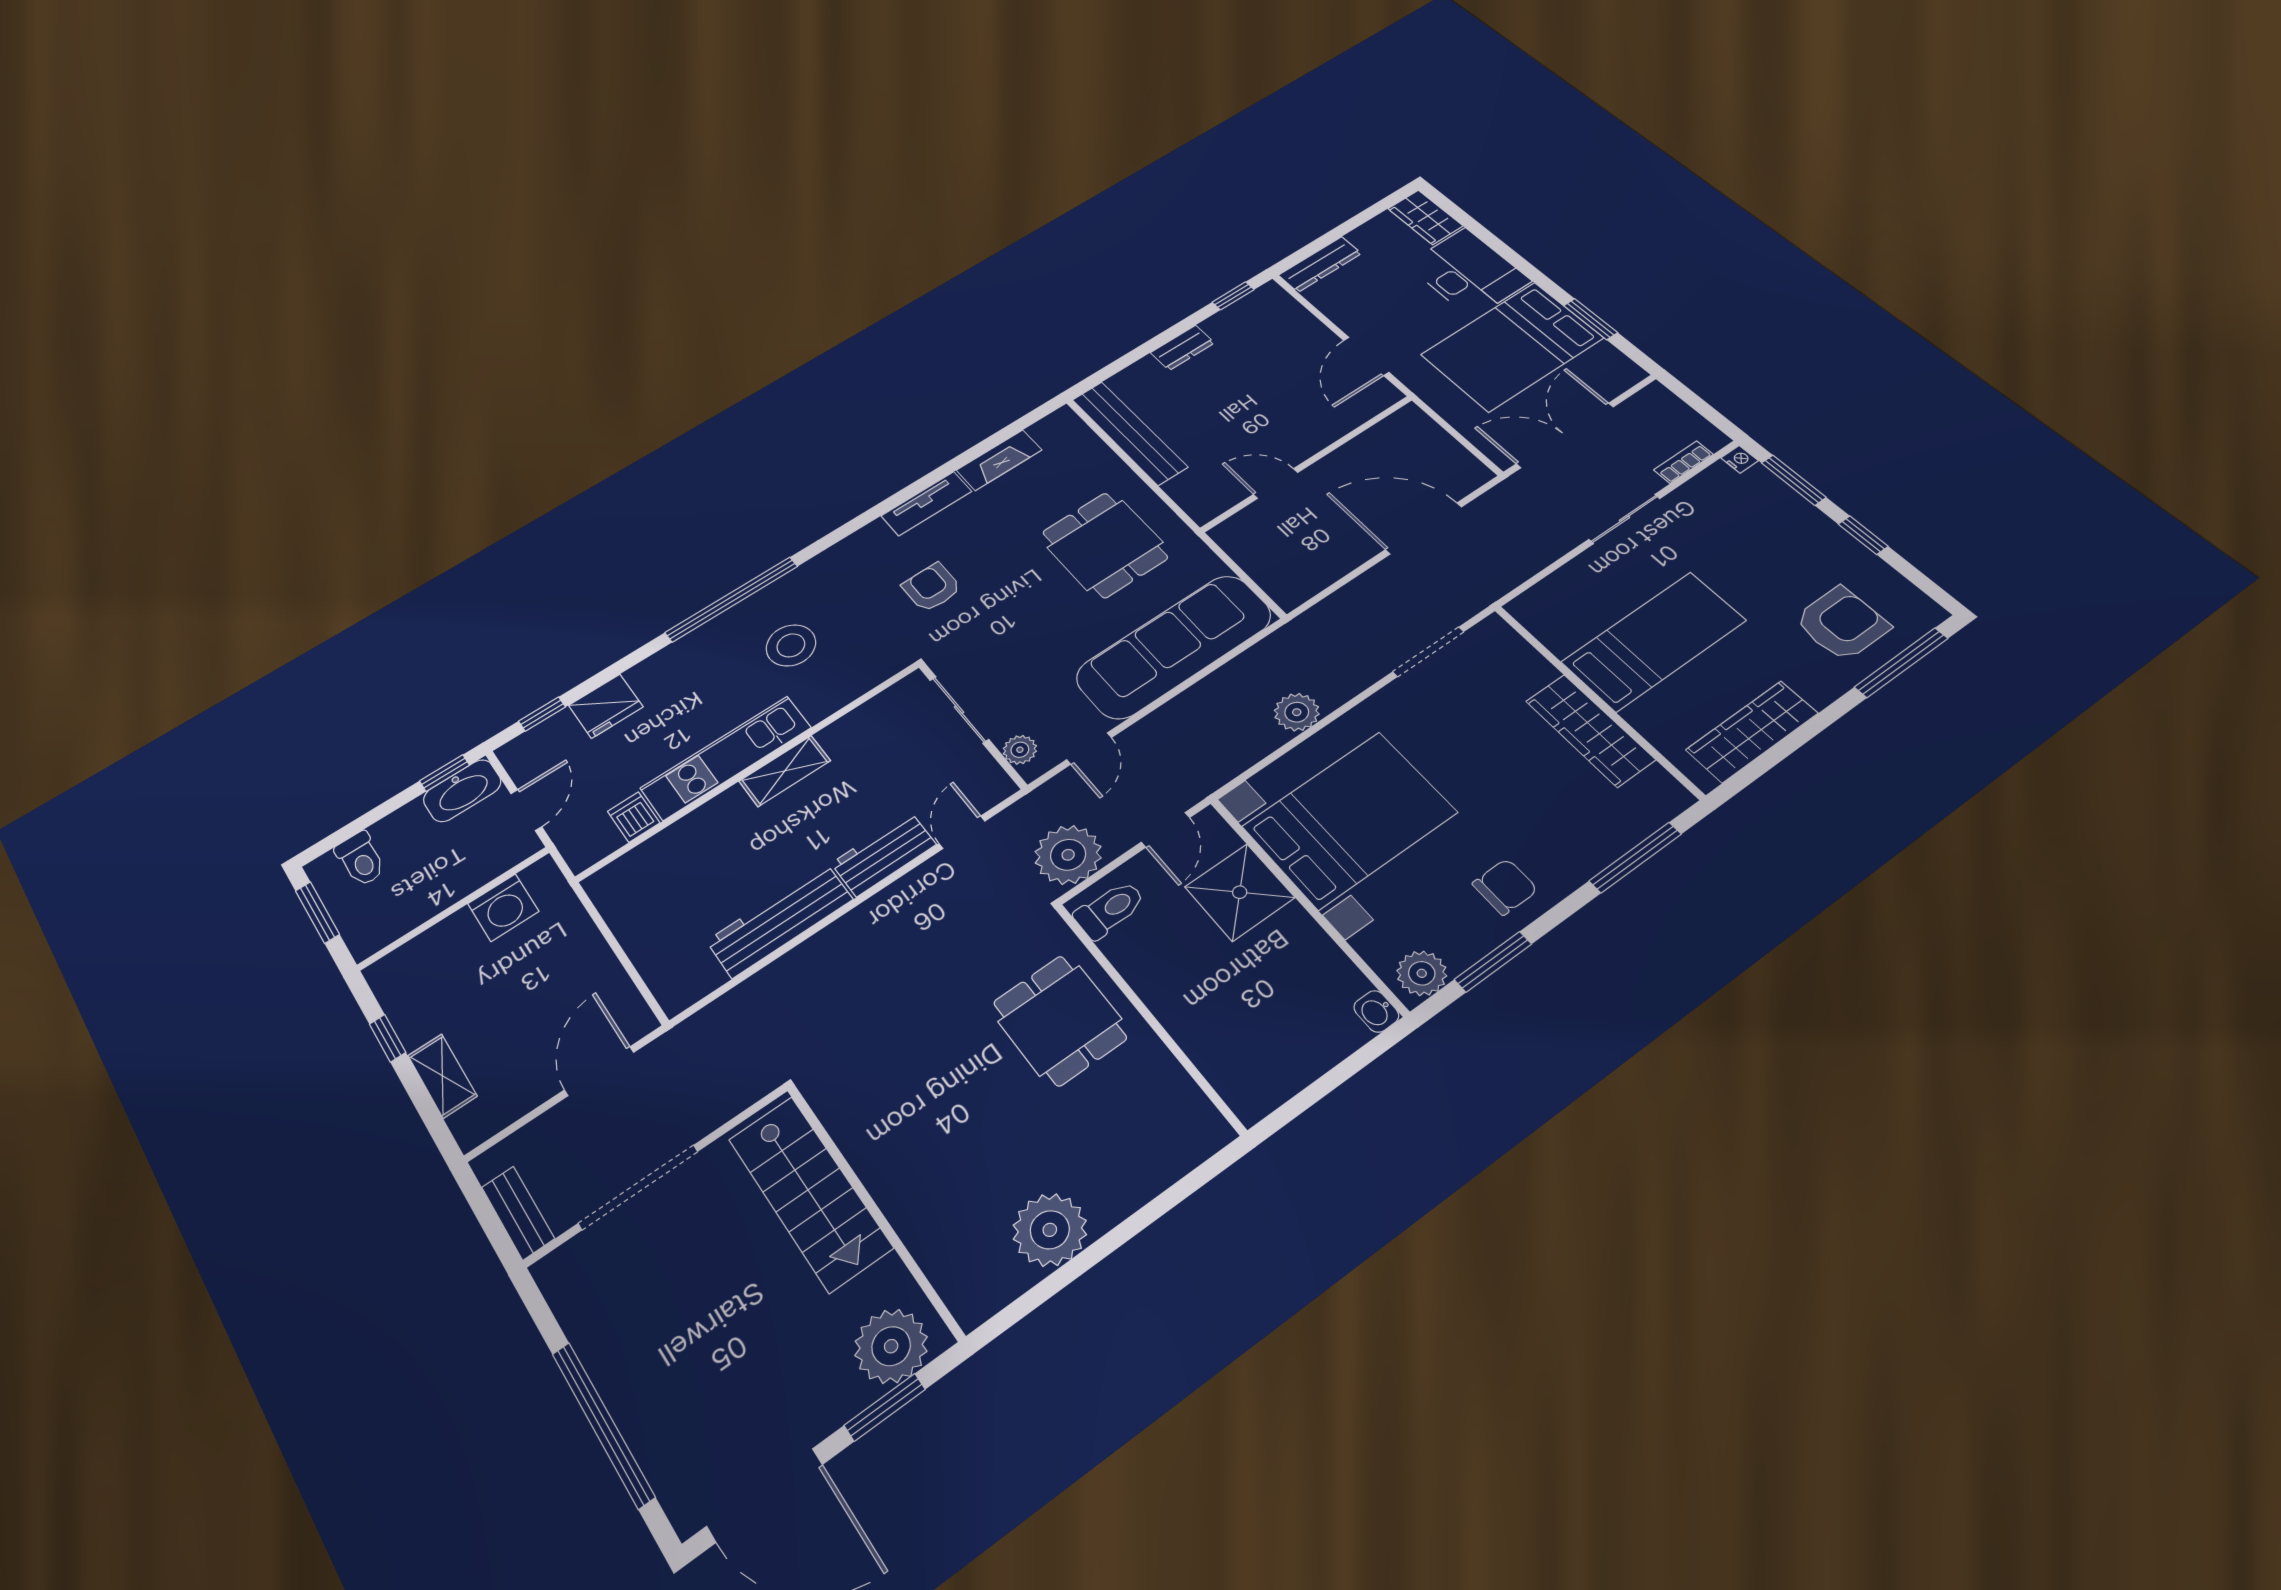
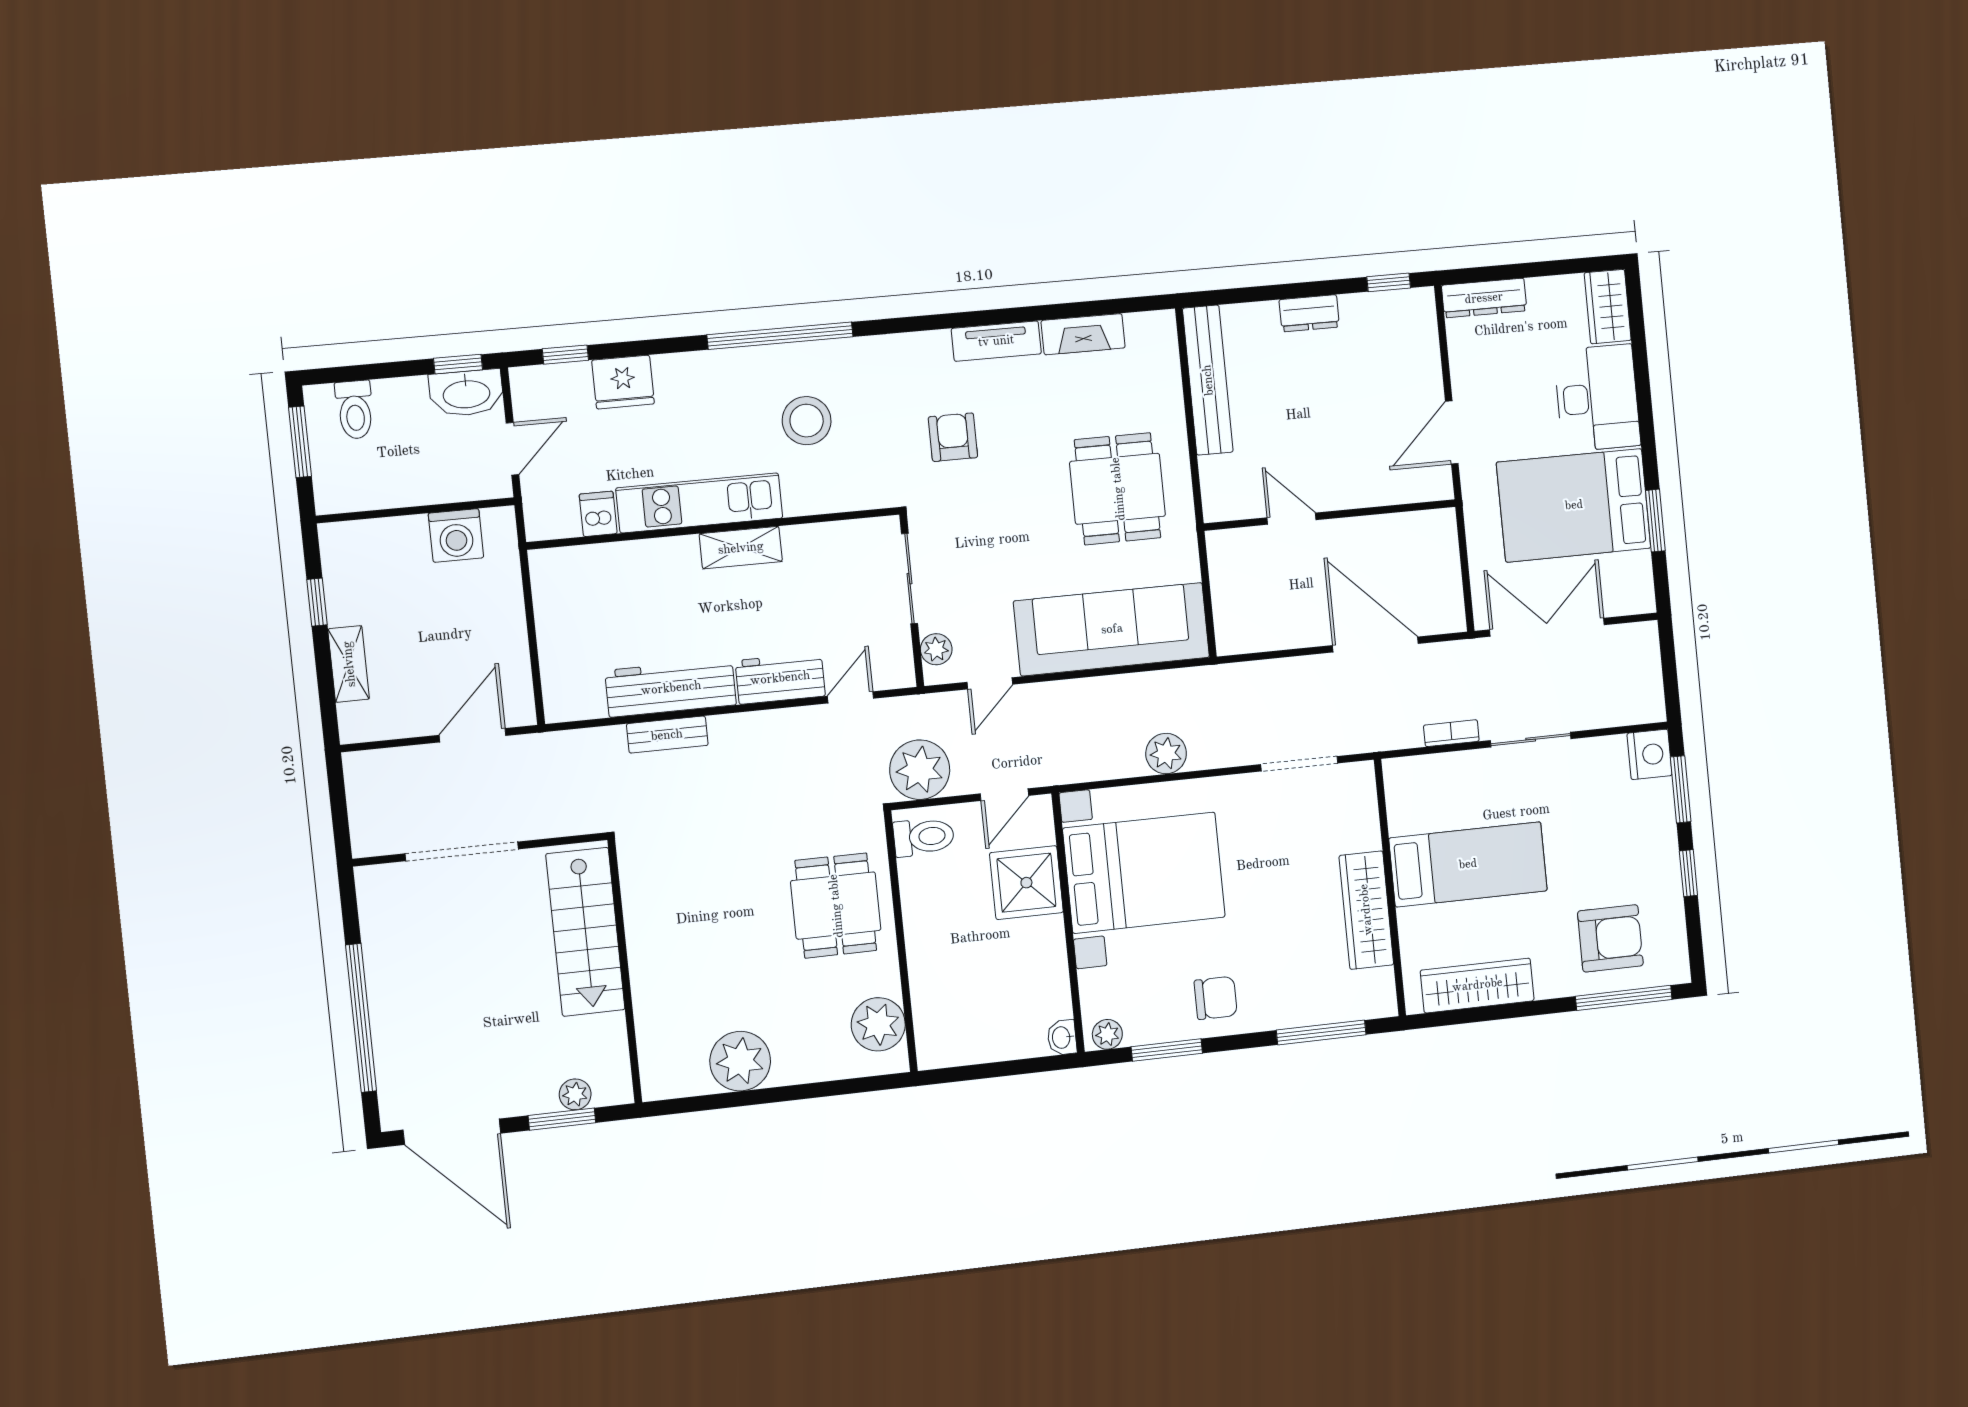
nightstand: (1740, 459) -> (1650, 754), width x1.89, depth x1.79
bookcase: (1683, 462) -> (1451, 733), moved
plant: (1422, 973) -> (1107, 1034), width x0.73, depth x0.73
plant: (1176, 1108) -> (878, 1024), added
bench: (518, 1213) -> (667, 735), moved, turned 90
plant: (891, 1346) -> (575, 1094), width x0.53, depth x0.53

